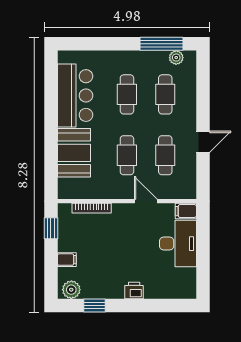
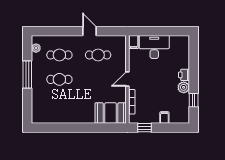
window: (162, 44) -> (27, 74), moved
bar counter: (75, 96) -> (60, 112), removed
booth: (74, 153) -> (111, 113), moved
cafe table: (127, 155) -> (98, 79), removed
door: (146, 201) -> (127, 79), moved
plant: (71, 290) -> (184, 87), moved

